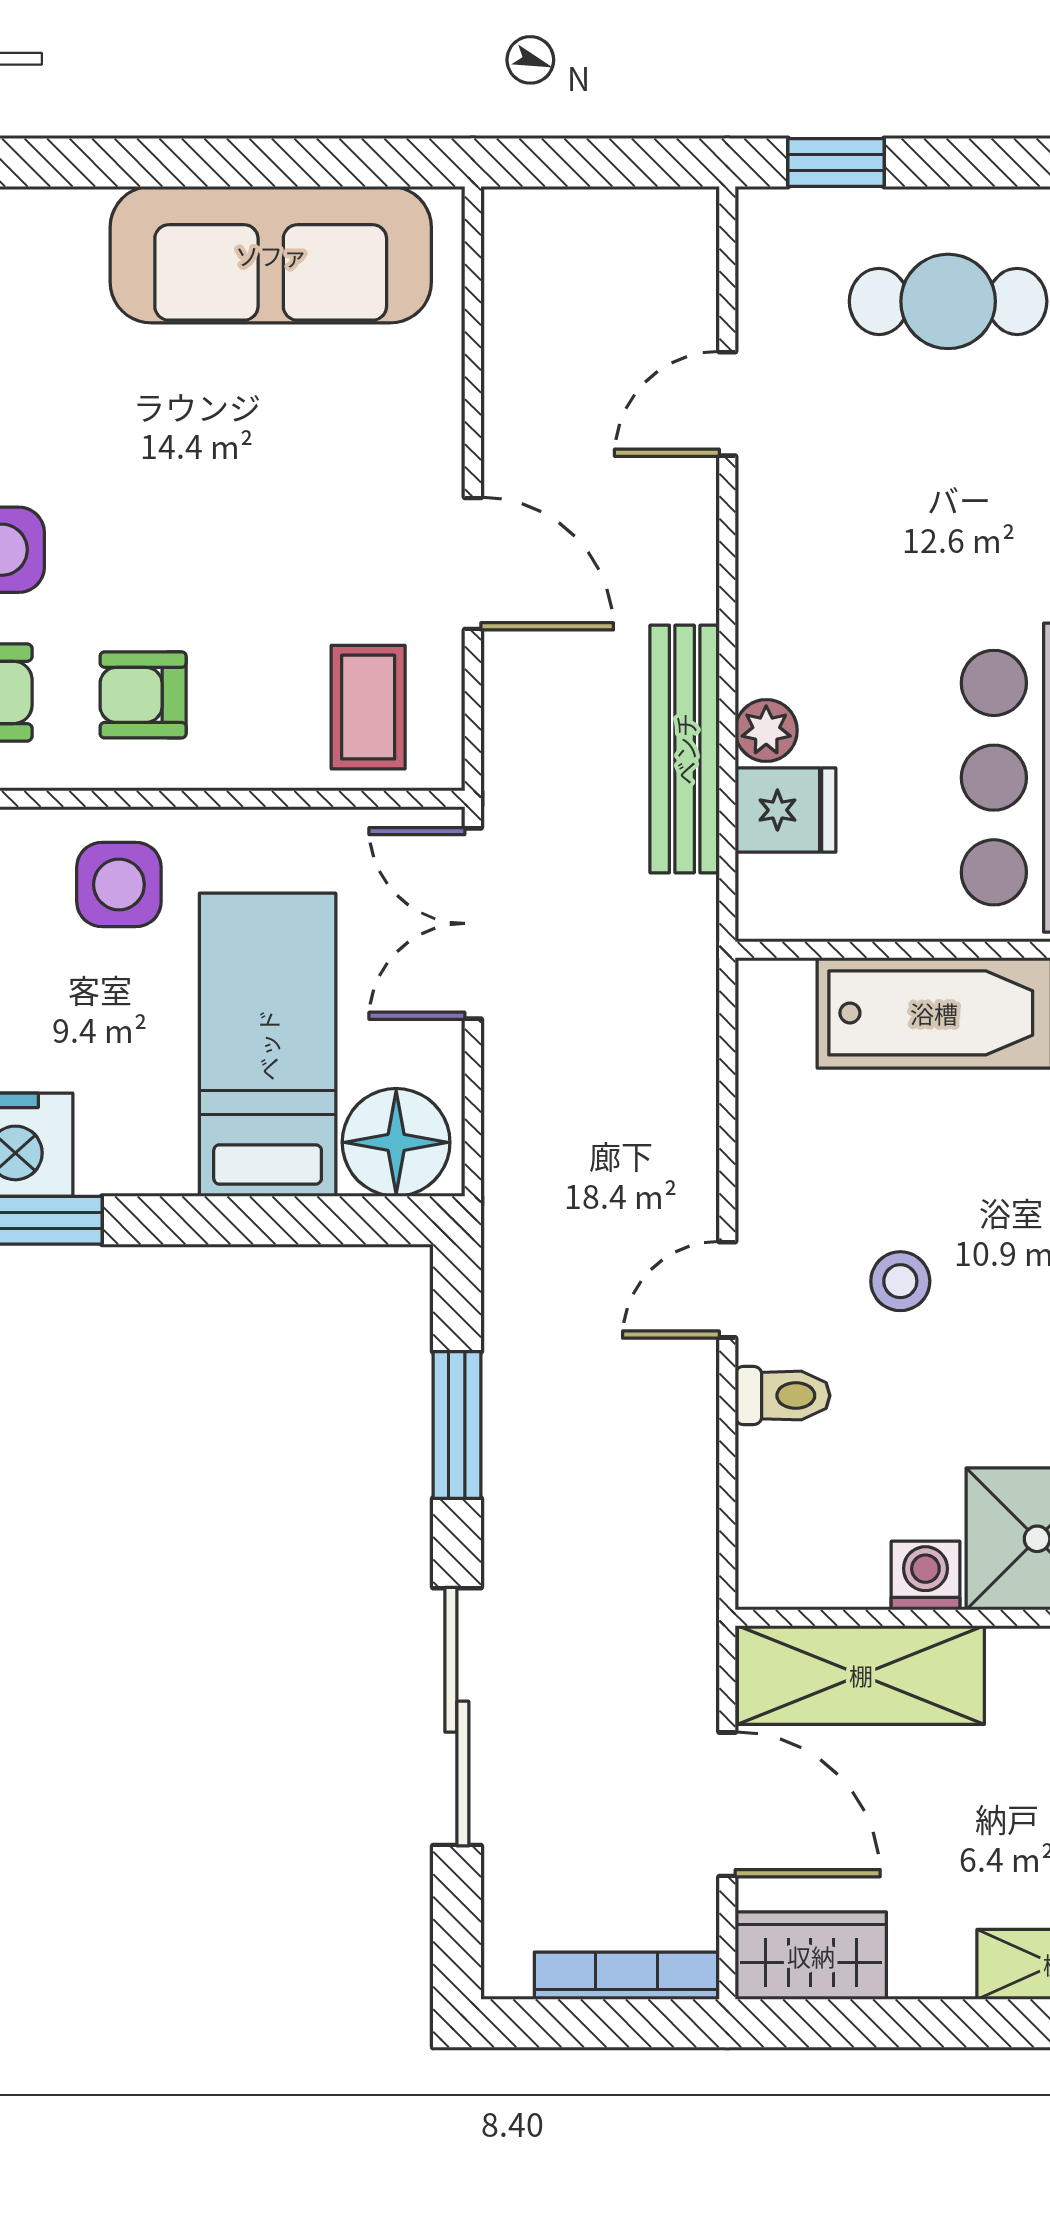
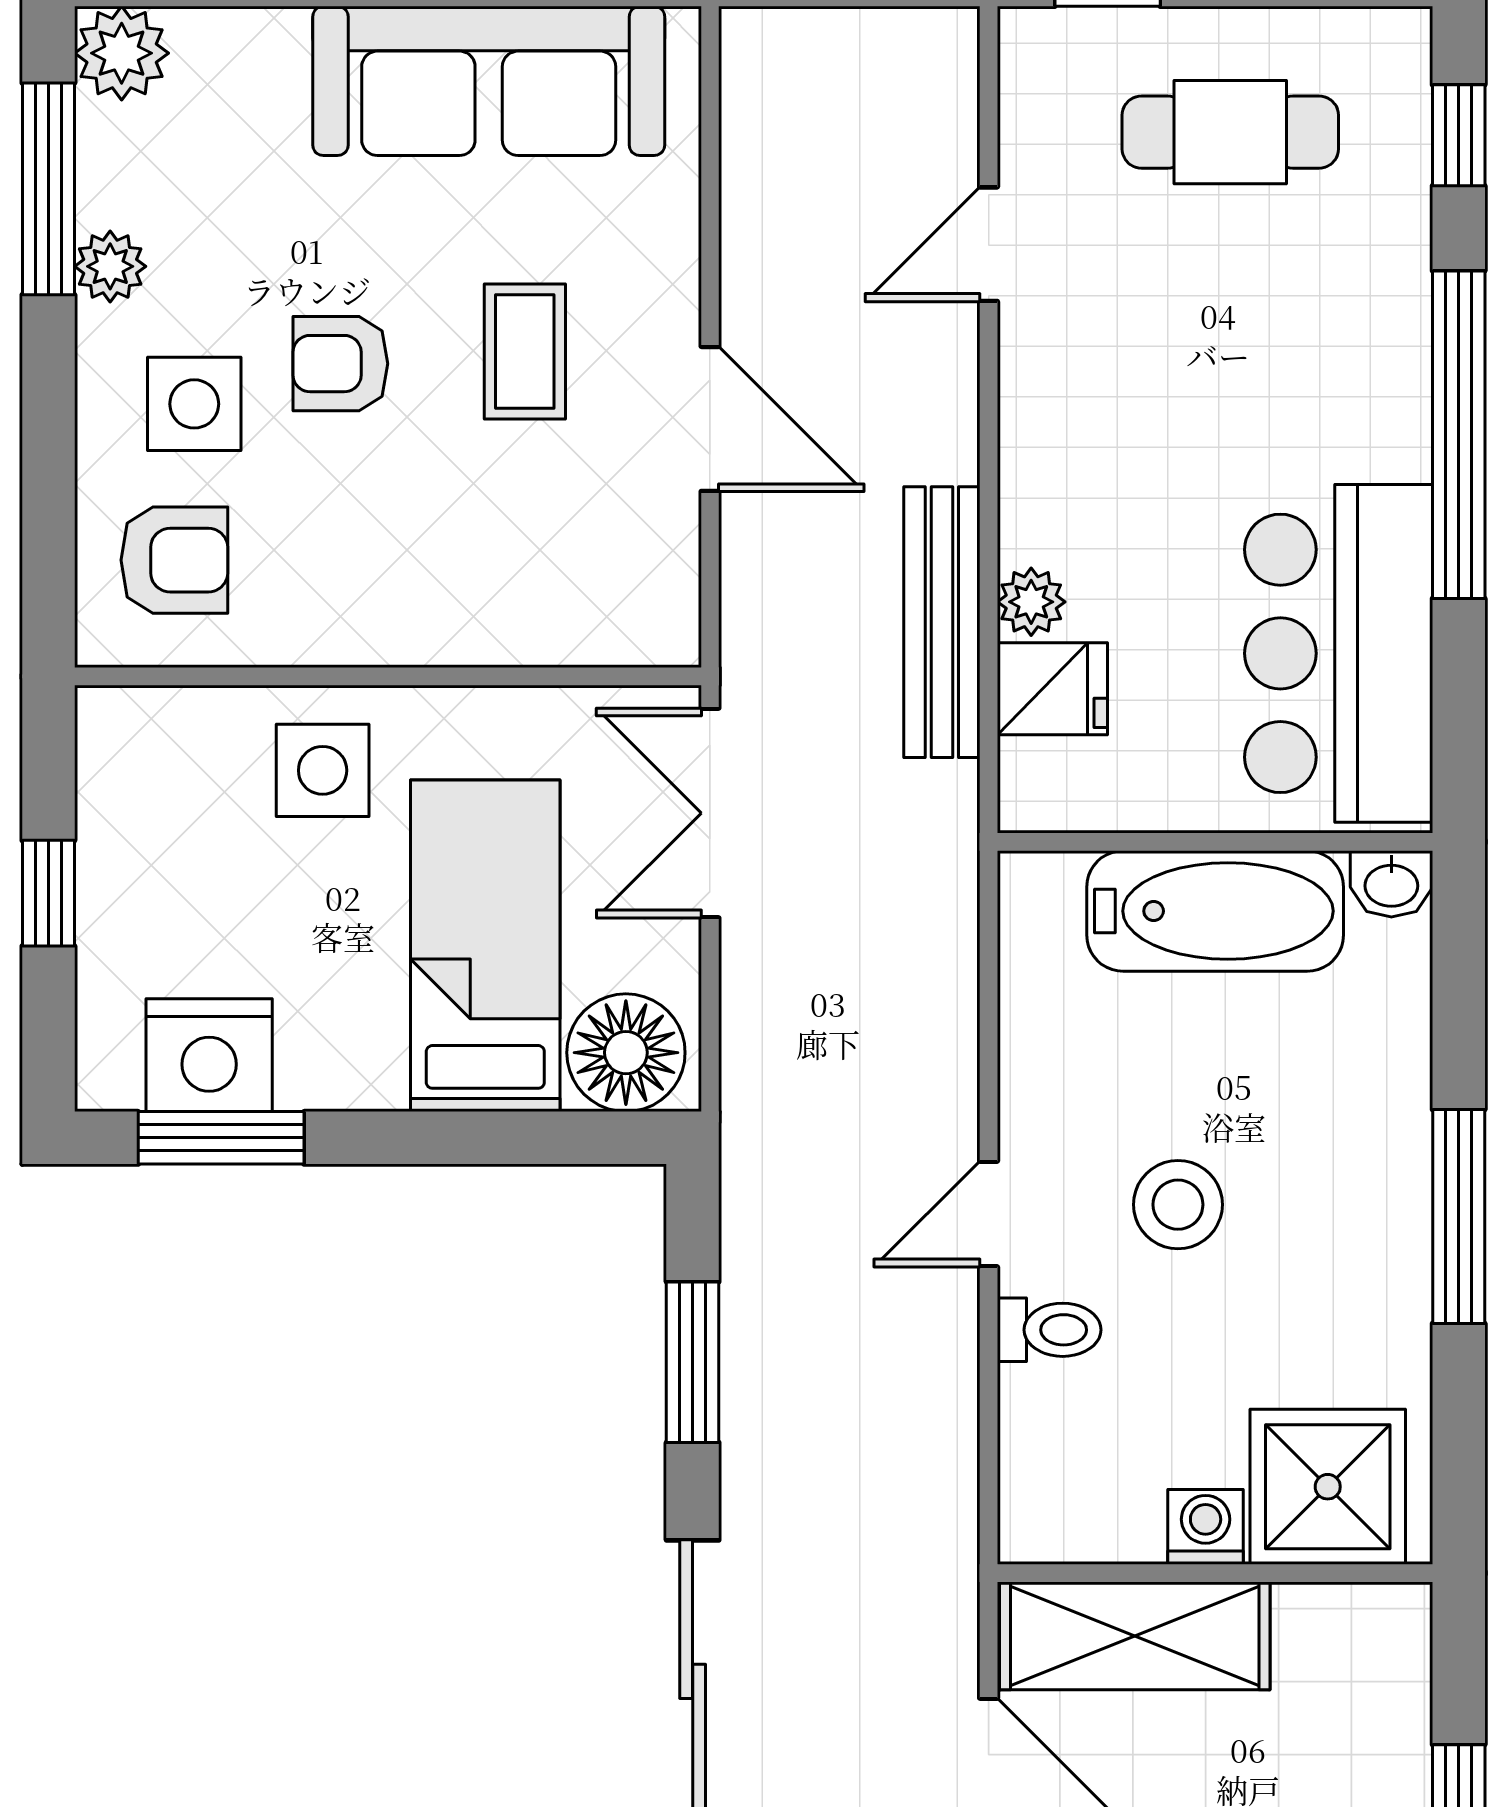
armchair: (143, 695) -> (340, 364), moved
coffee table: (368, 707) -> (525, 352), moved
stool: (900, 1281) -> (1178, 1205), width x1.37, depth x1.37

